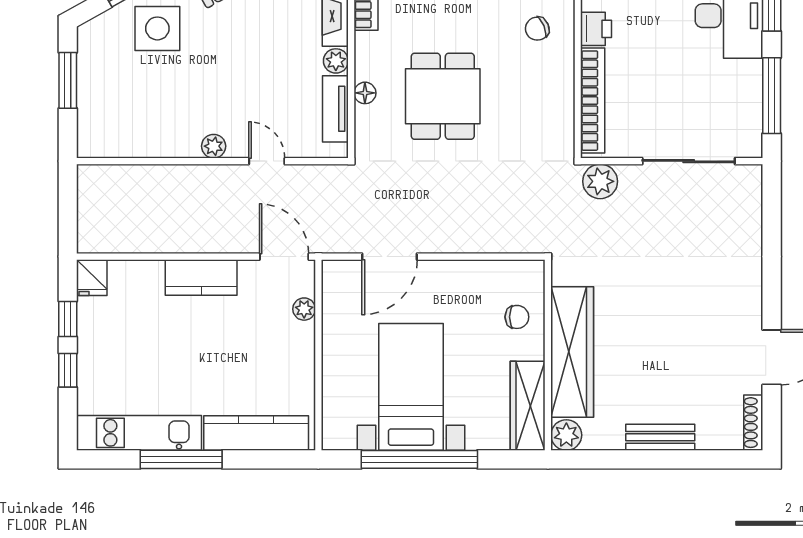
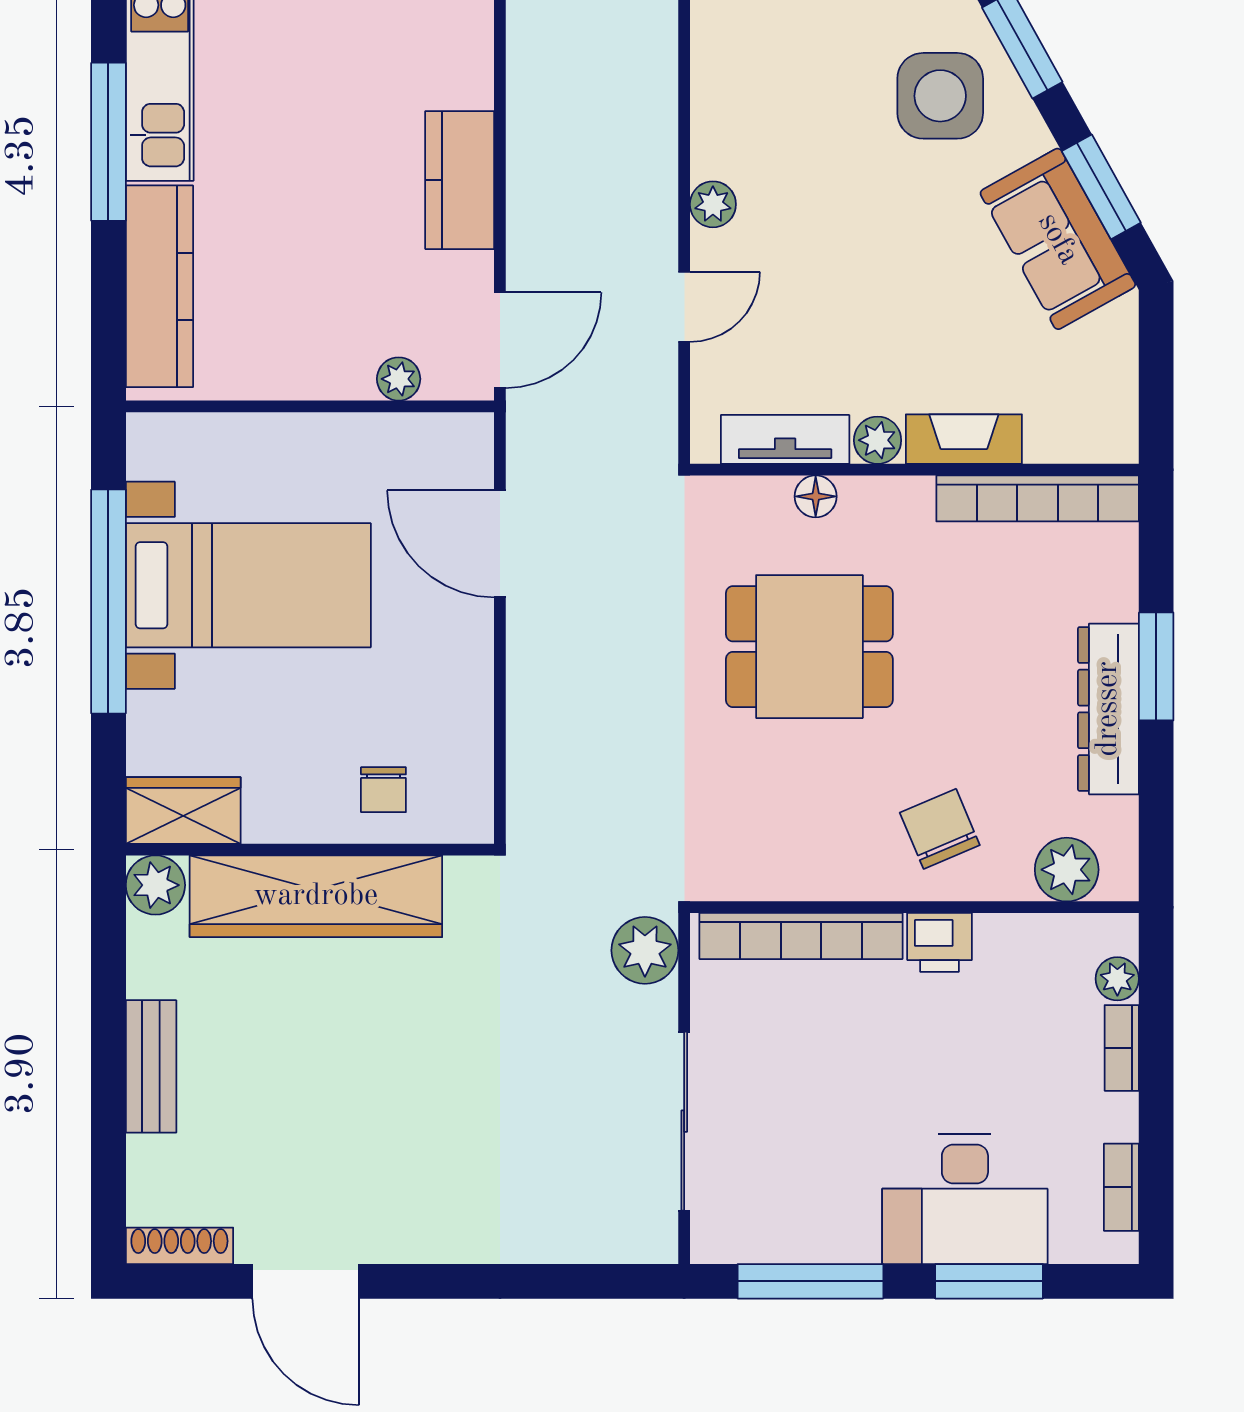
chair: (537, 29) -> (940, 829), width x1.37, depth x1.37
wardrobe: (528, 406) -> (183, 811), width x0.67

